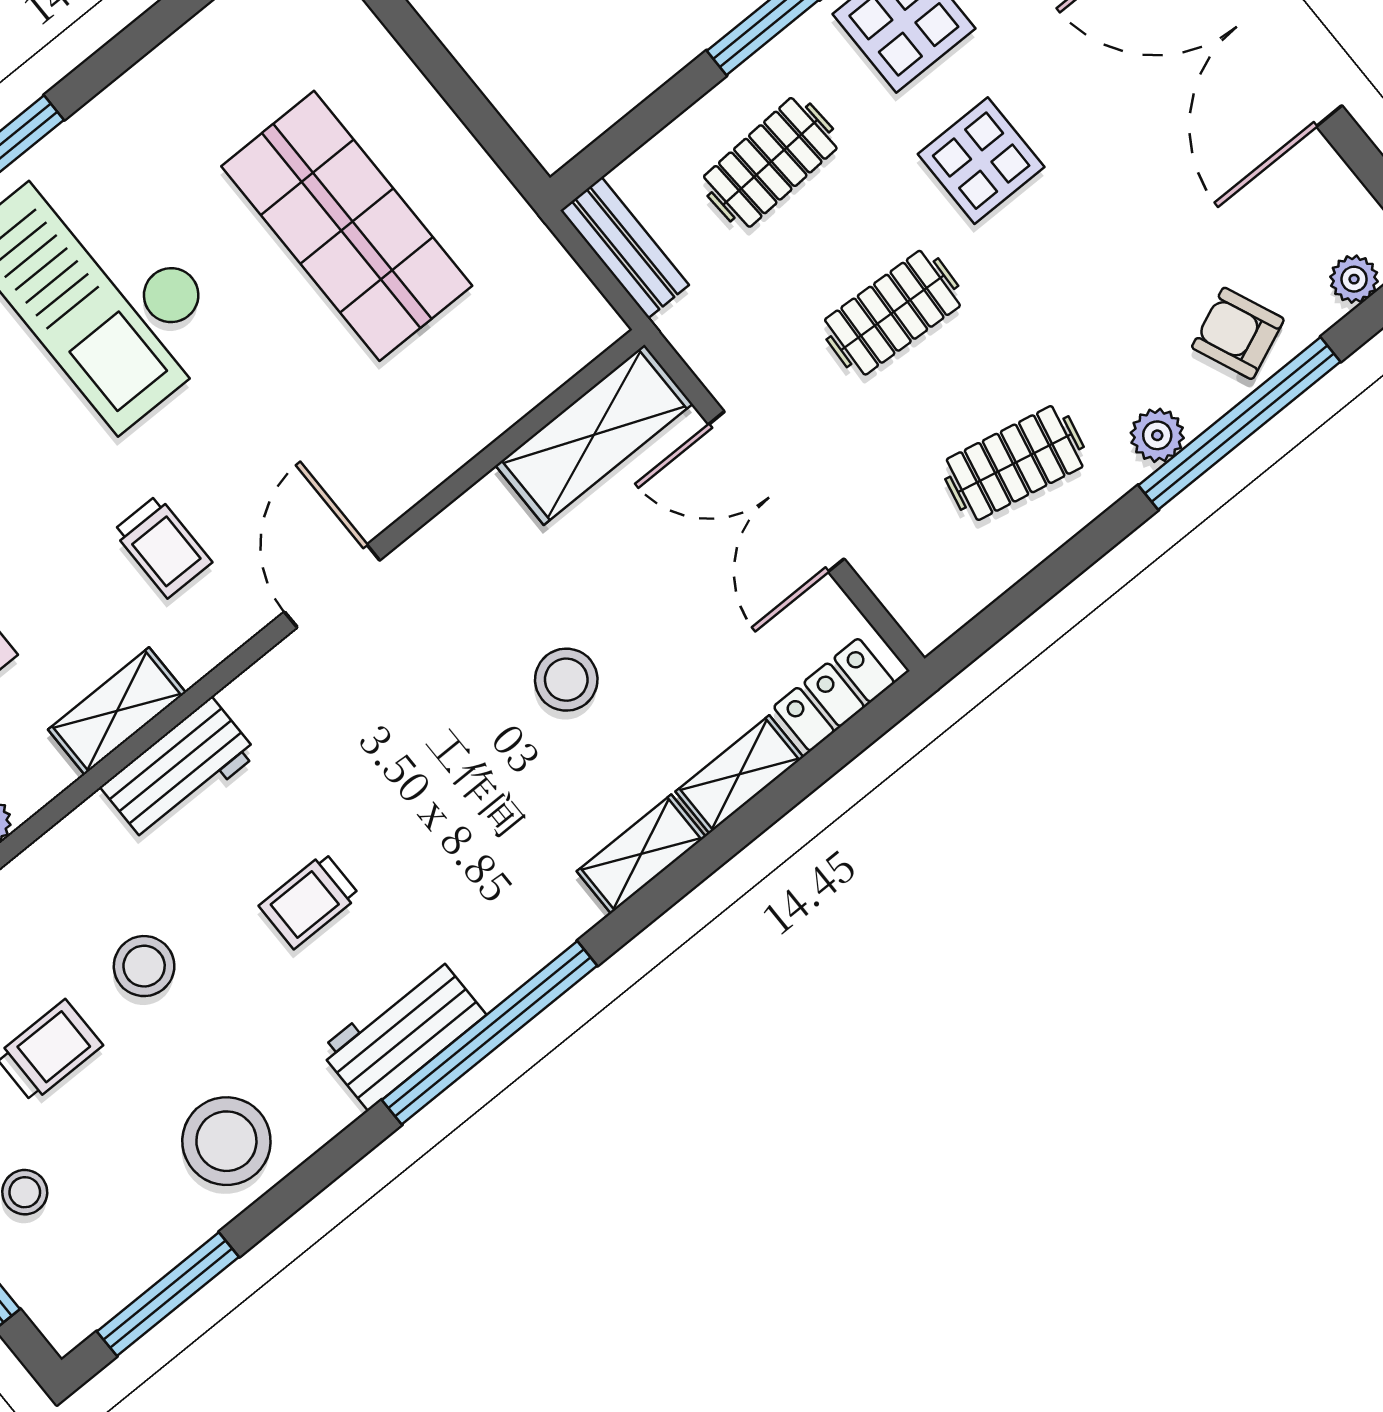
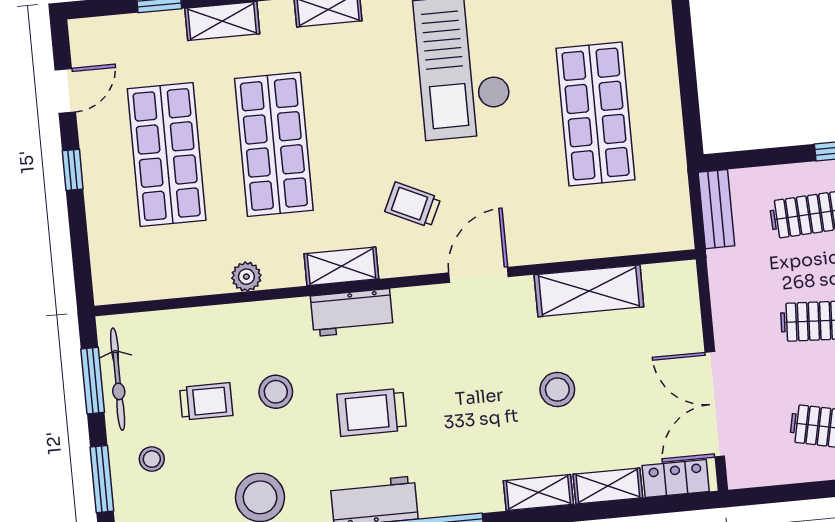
shelving: (594, 435) -> (589, 291), moved
double door: (776, 492) -> (715, 404), moved
trolley: (162, 547) -> (413, 205), turned 115
trolley: (309, 901) -> (372, 412), width x1.36, depth x1.39

